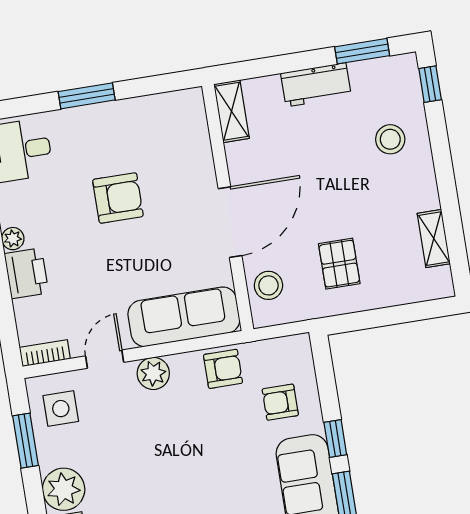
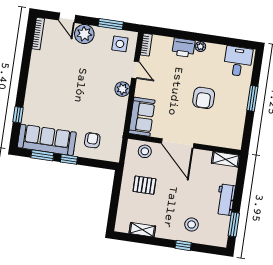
window: (430, 84) -> (183, 245), moved
sofa: (184, 317) -> (142, 117), width x0.73
armchair: (223, 369) -> (115, 120), removed

